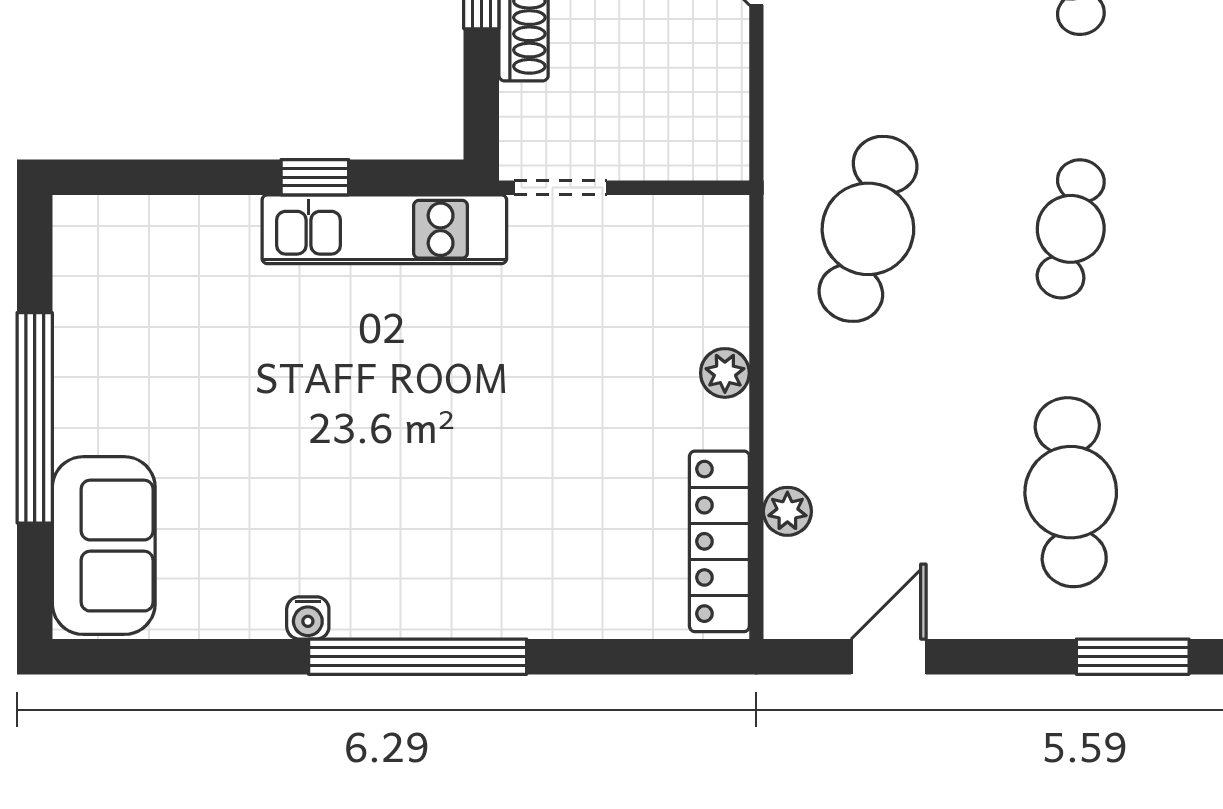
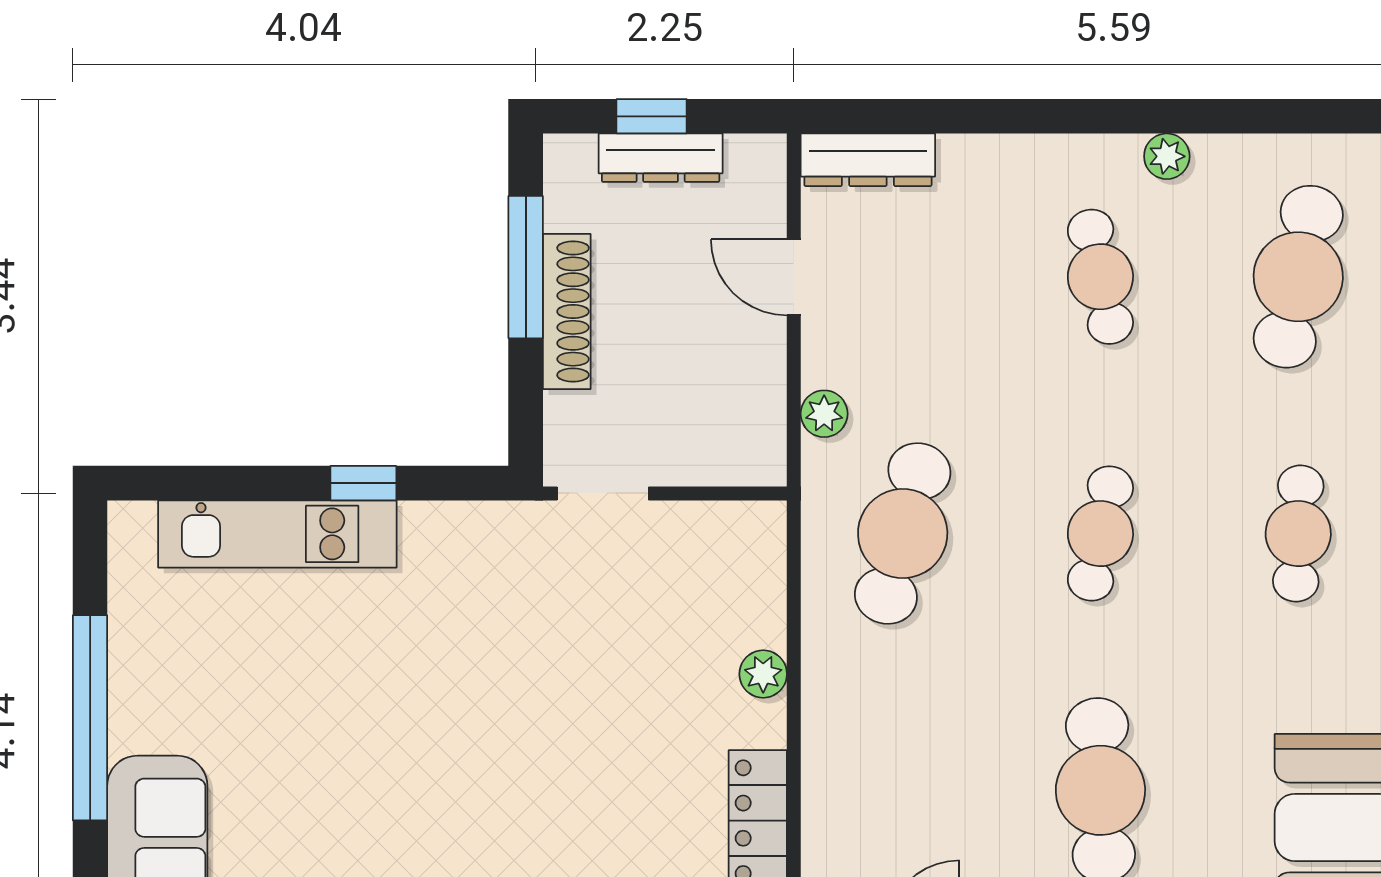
kitchen unit: (384, 229) -> (277, 534), moved
plant: (787, 511) -> (824, 414), moved

